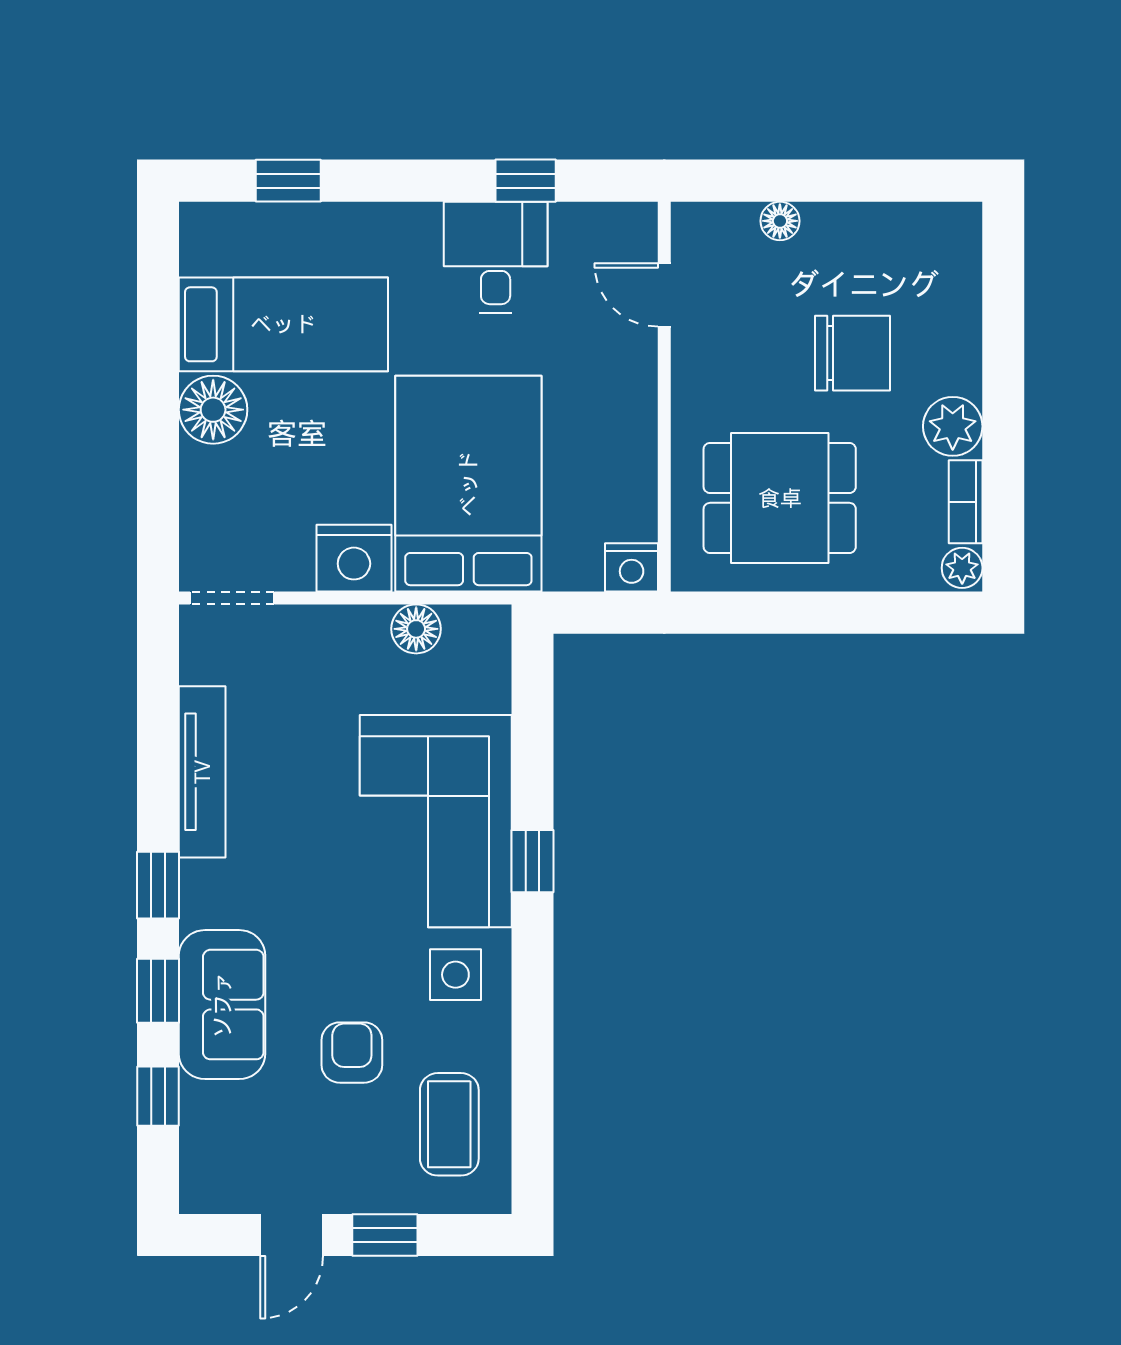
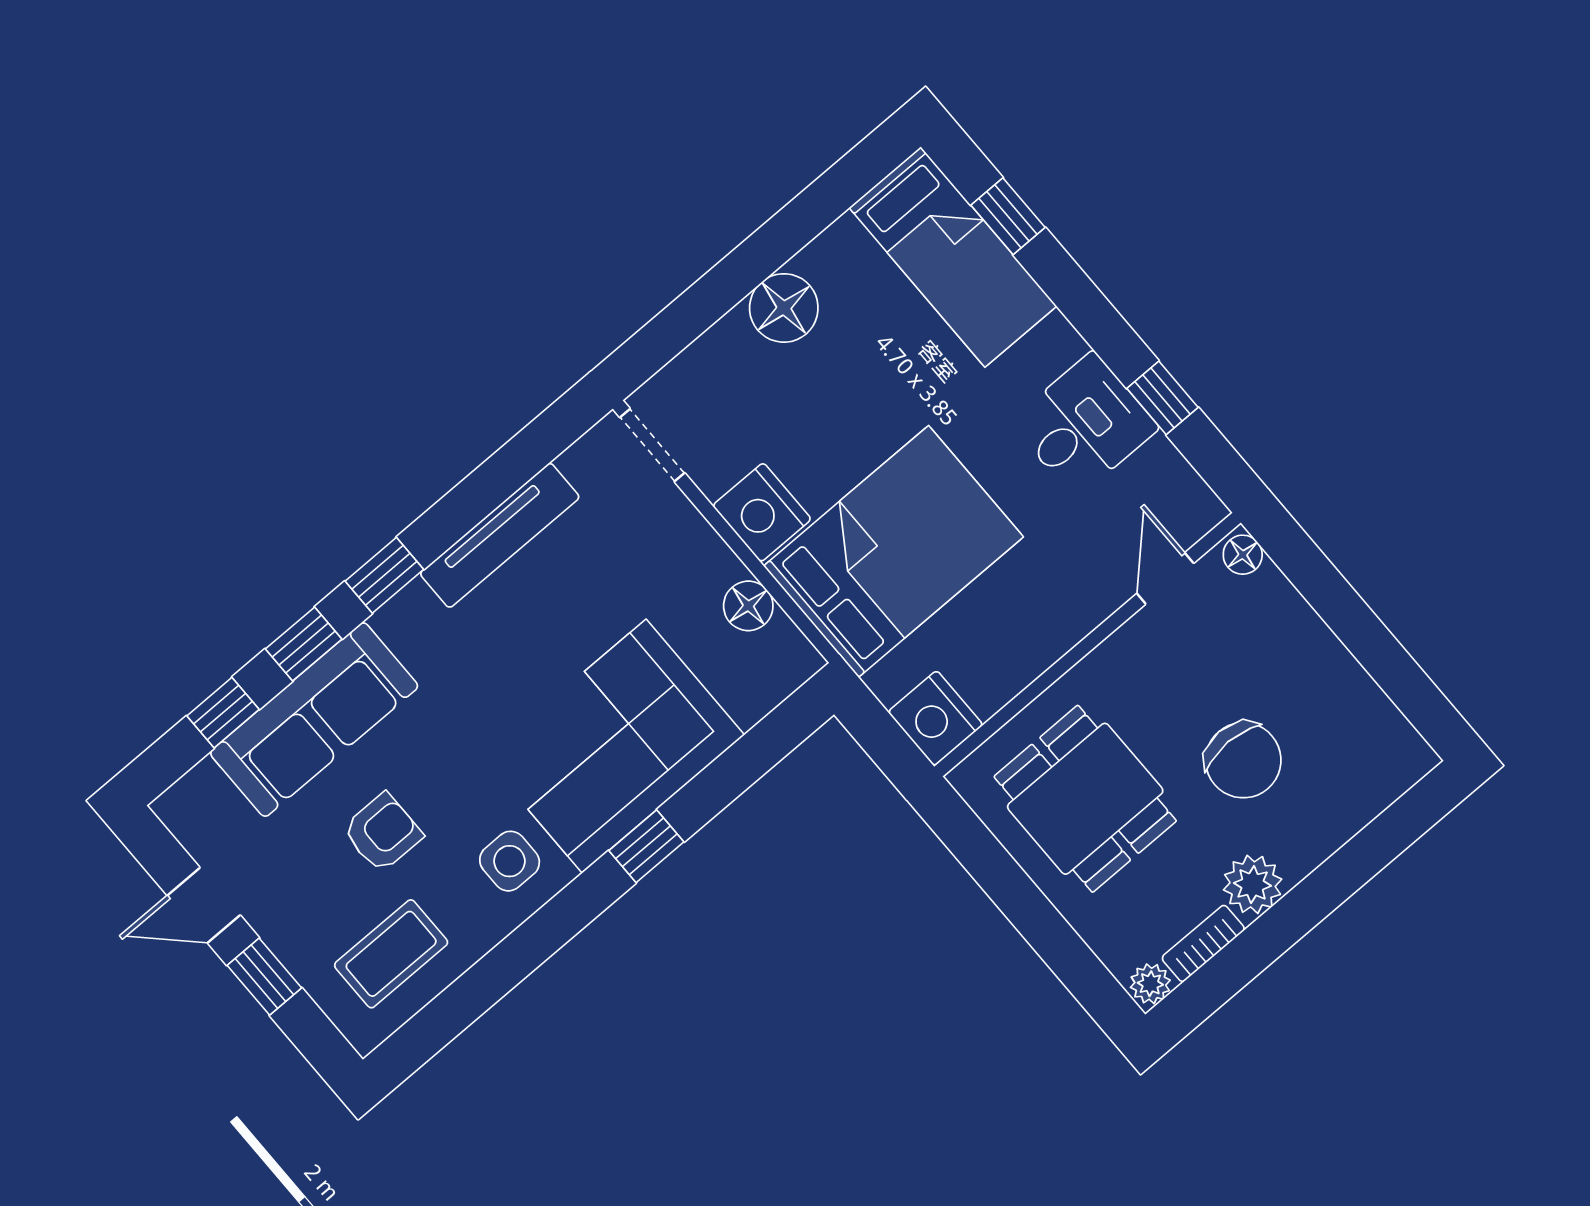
floor lamp: (780, 221) -> (1243, 555), moved
bed: (283, 324) -> (953, 257), moved
nightstand: (632, 567) -> (935, 718), width x1.36, depth x1.33
sofa: (222, 1005) -> (314, 720), width x1.36

